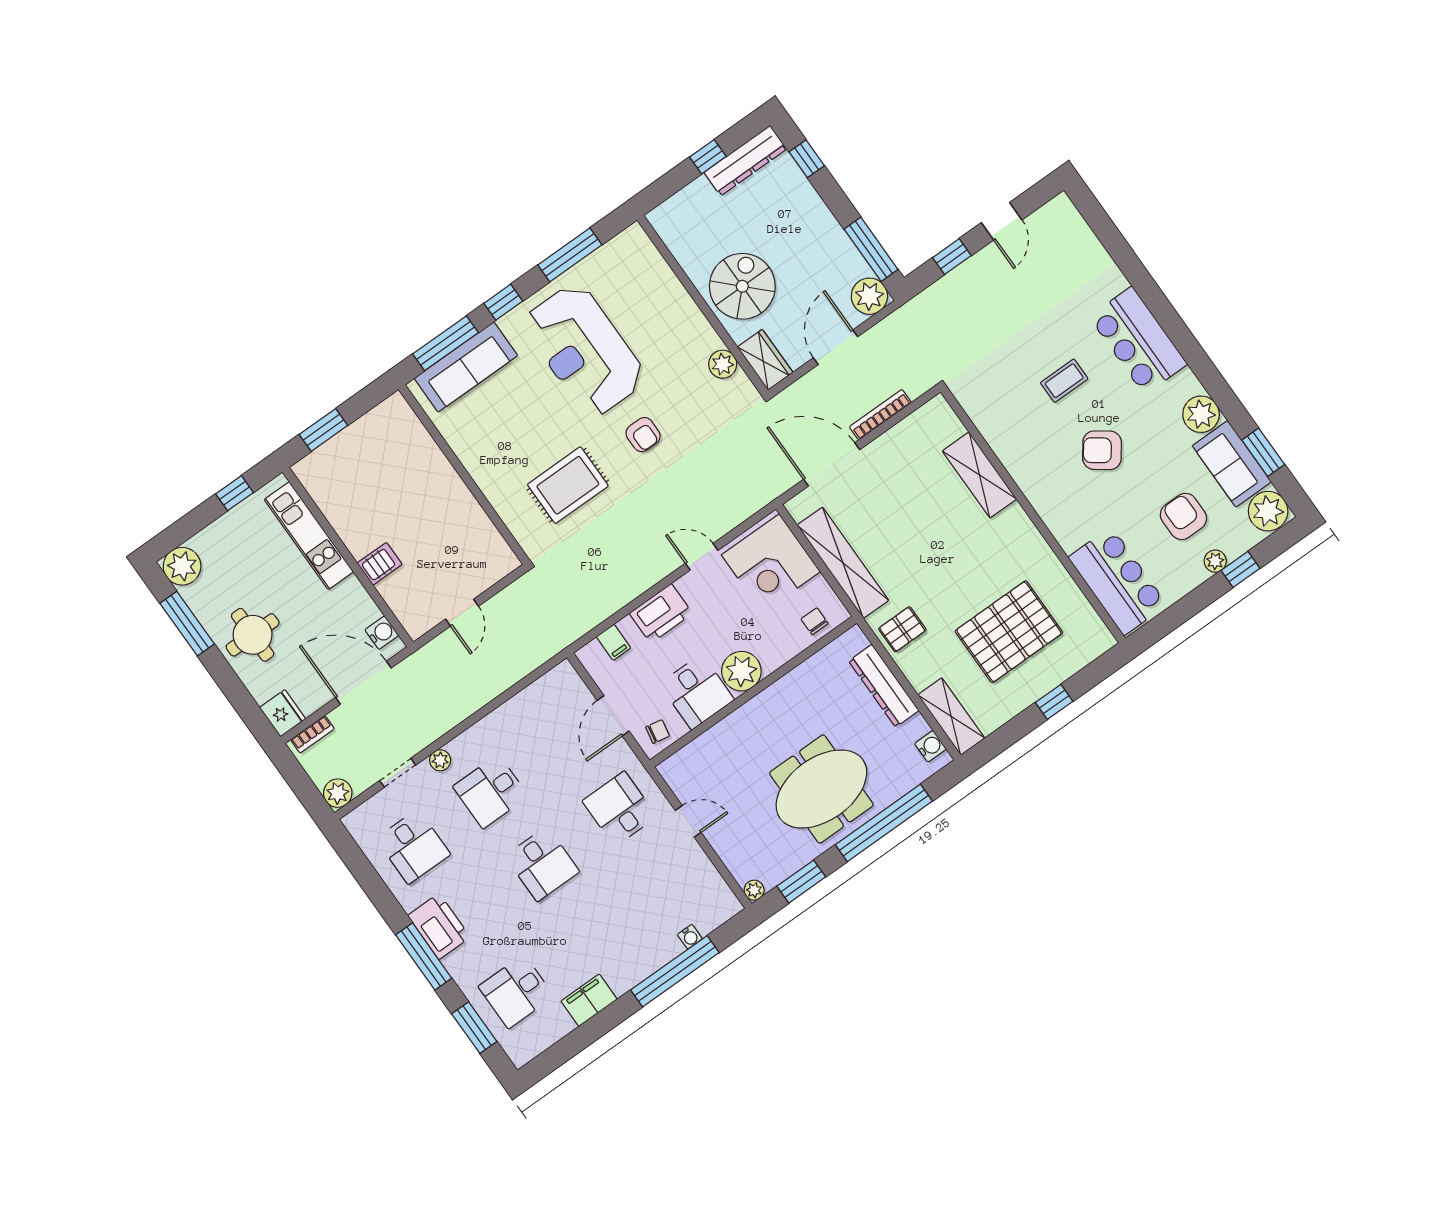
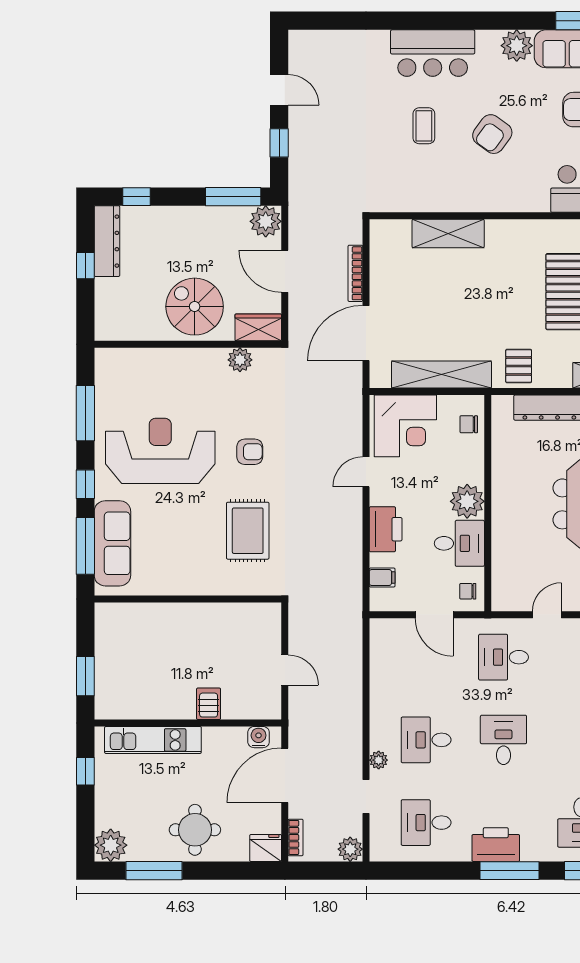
reception desk: (584, 350) -> (160, 451), turned 180
chair: (658, 732) -> (468, 591), turned -101
desk: (491, 791) -> (426, 740), turned 90
desk: (413, 847) -> (426, 823), turned 180
desk: (542, 864) -> (503, 740), turned -90

